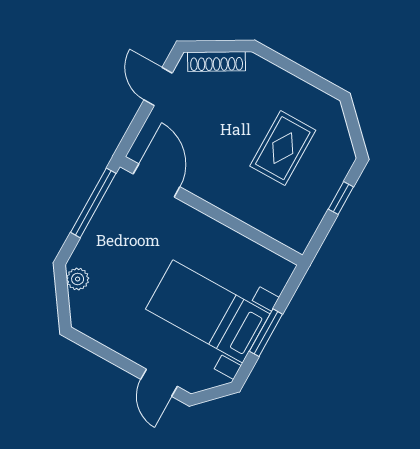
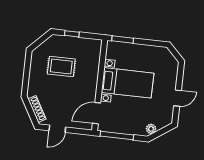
bed with nightstands: (208, 311) -> (128, 83), moved, turned -90
window: (266, 333) -> (123, 40), moved
door: (159, 383) -> (178, 98), moved

